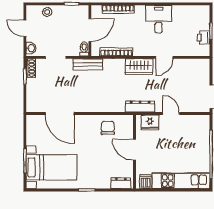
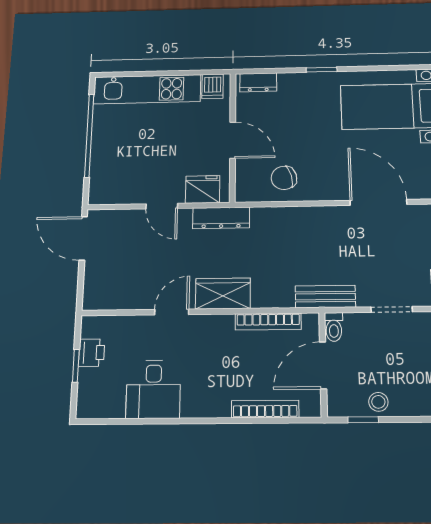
stool: (47, 12) -> (378, 402), moved
desk: (159, 19) -> (153, 389), moved
chair: (108, 128) -> (284, 178), turned 75

